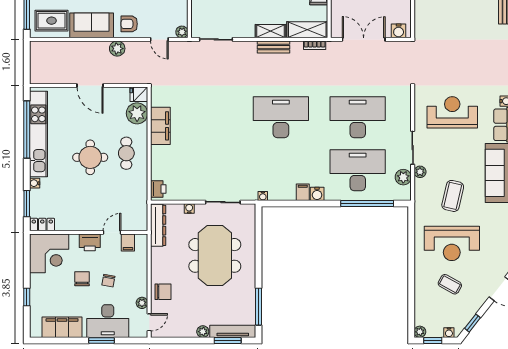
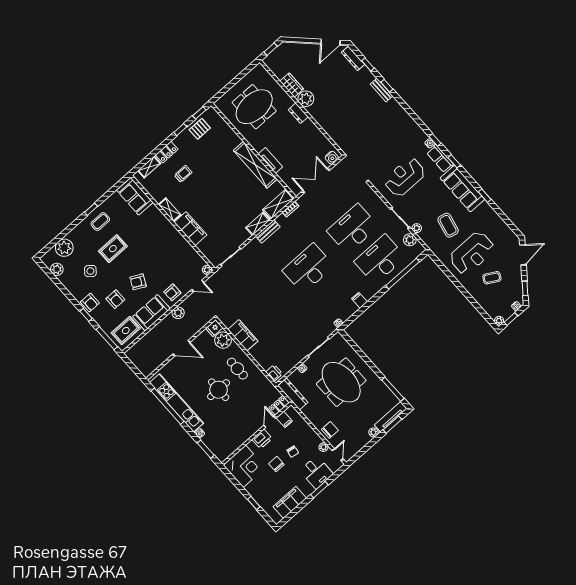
water cooler: (317, 194) -> (369, 294), removed
locker: (42, 225) -> (279, 405), moved
desk: (108, 321) -> (316, 472), width x0.73

